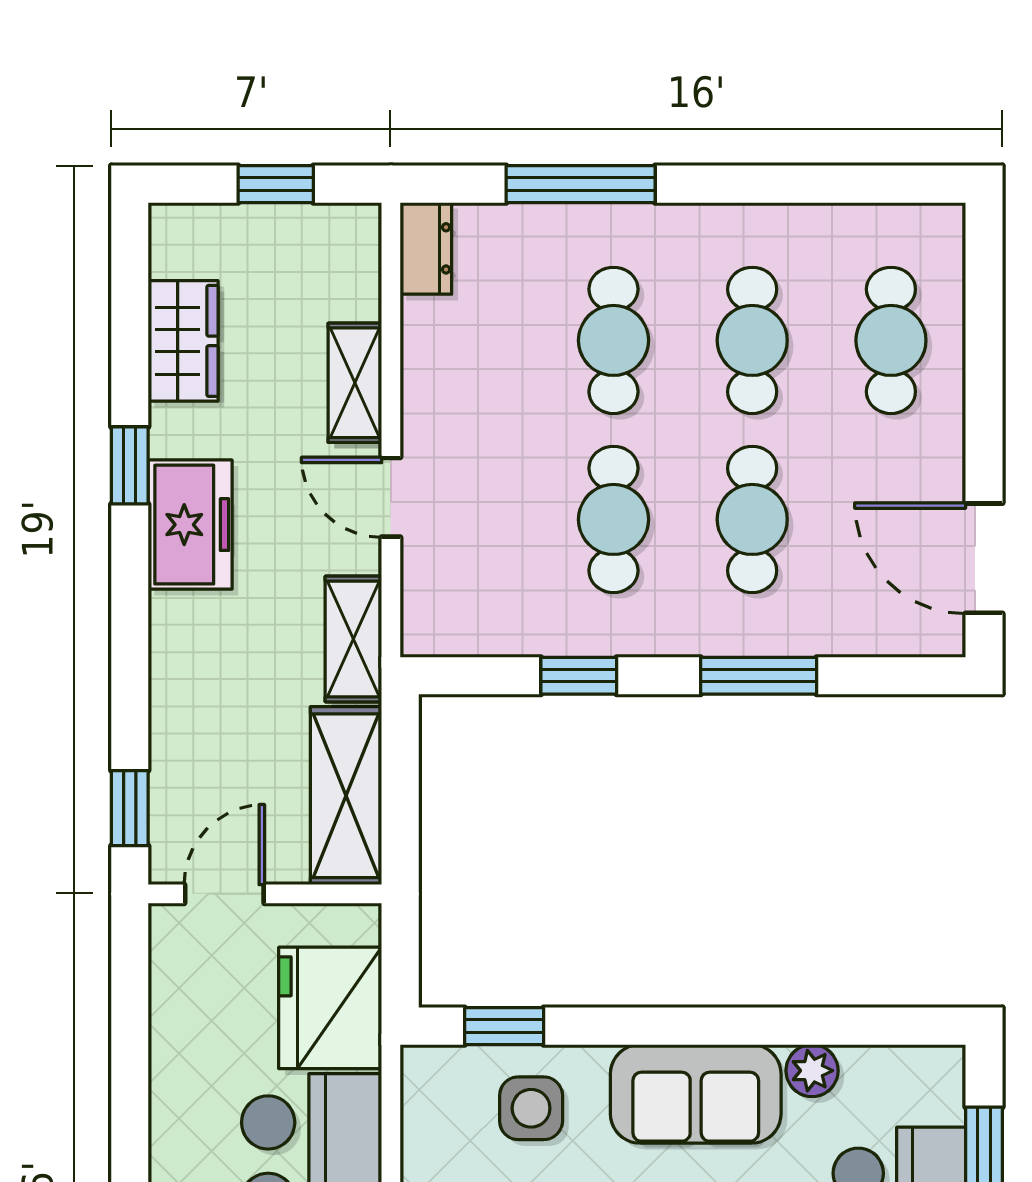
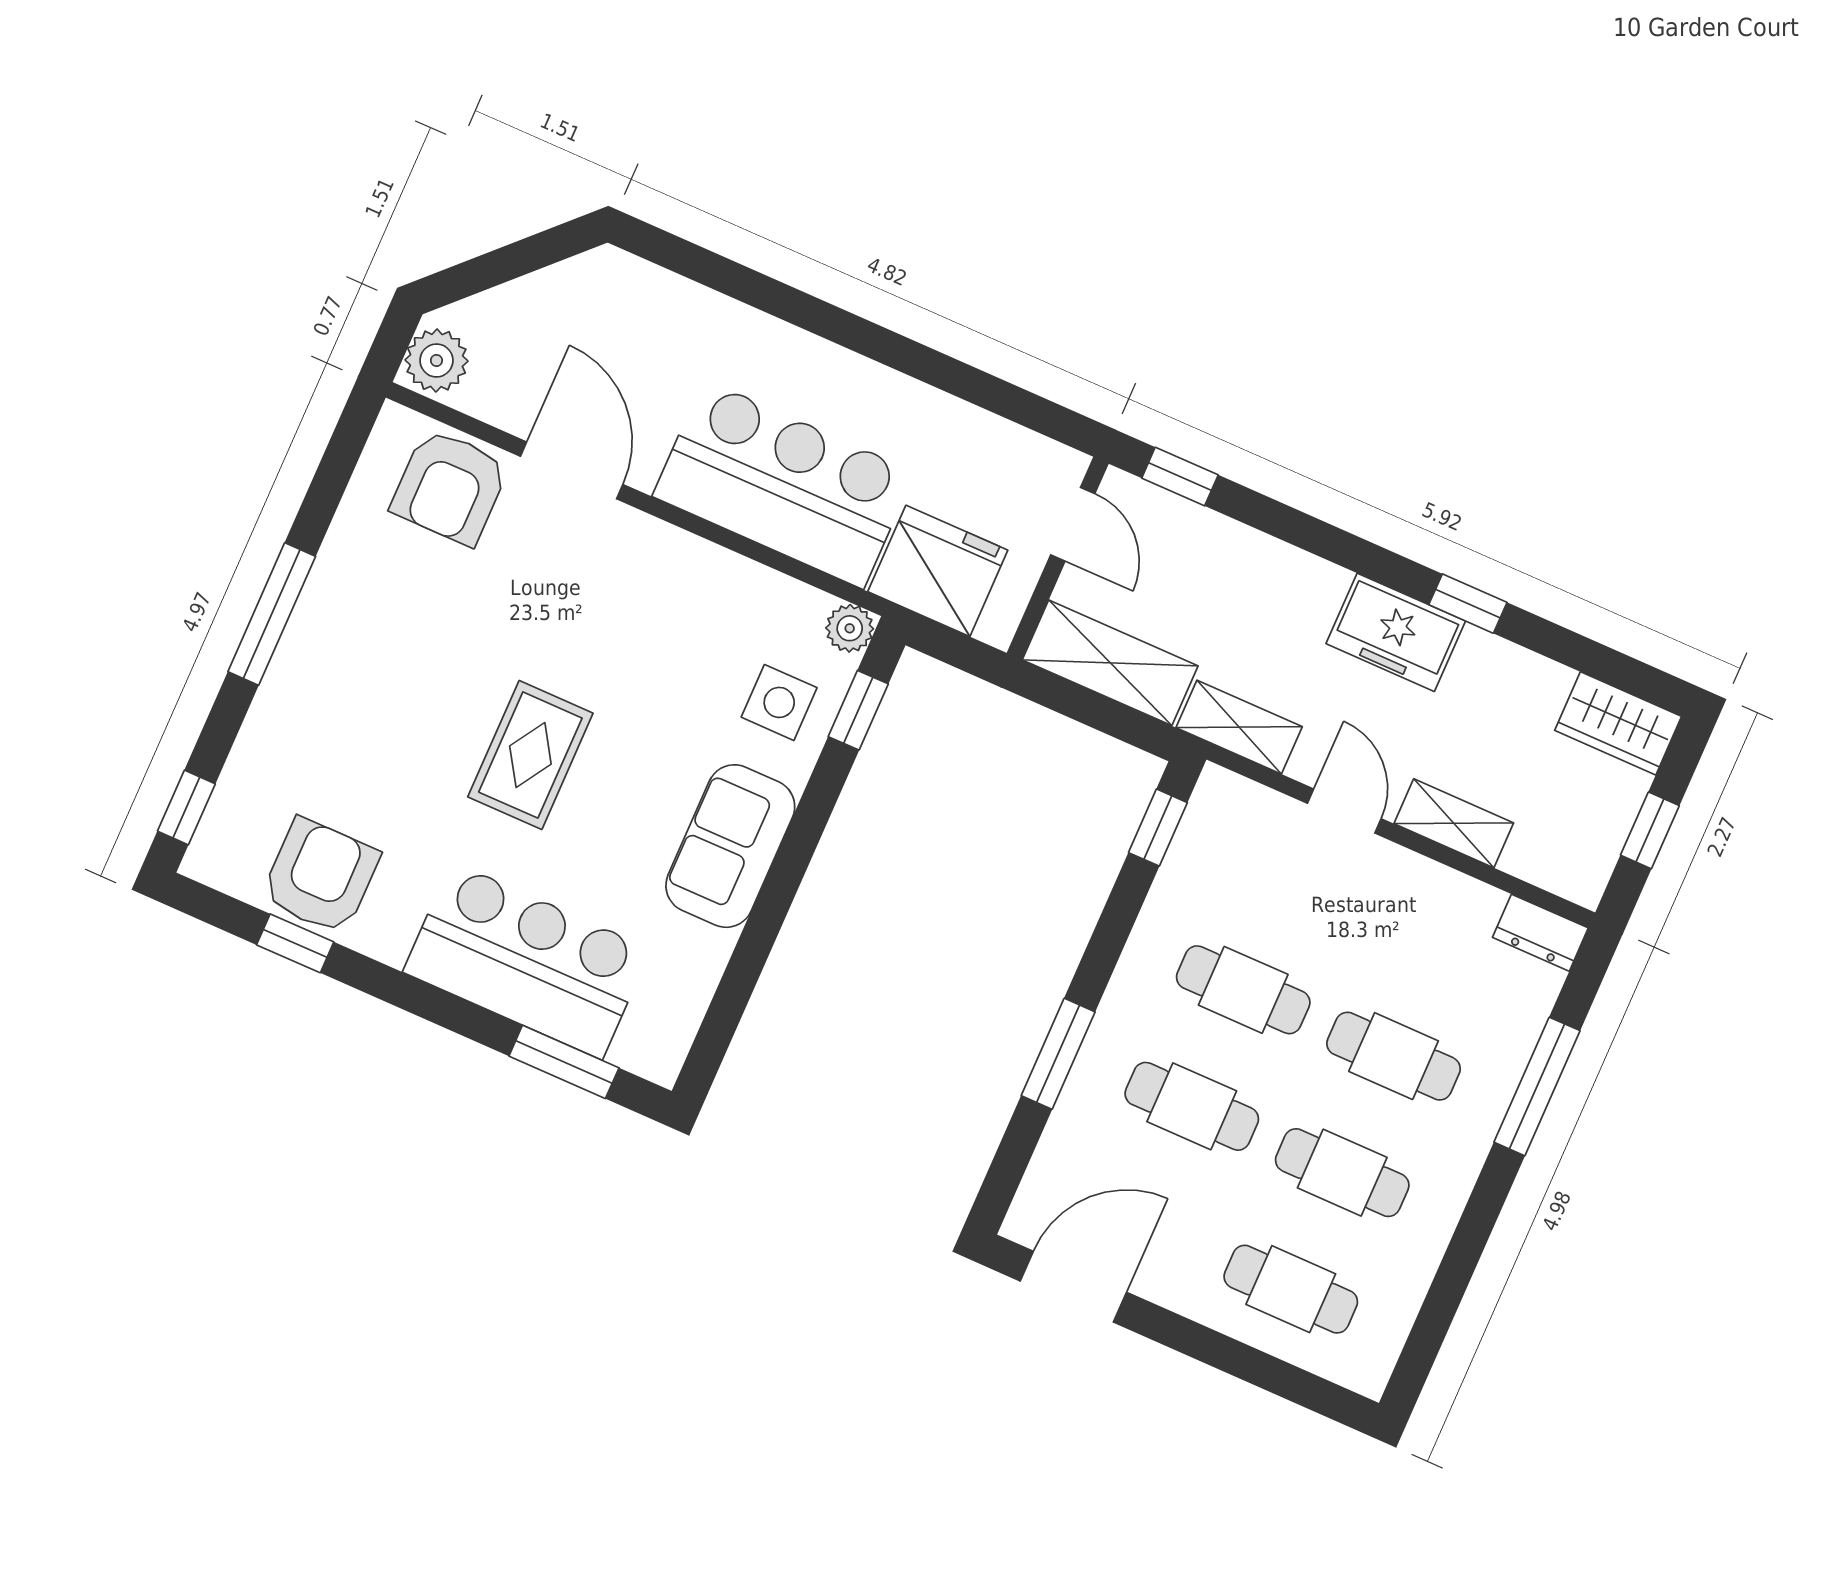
wardrobe: (183, 341) -> (1618, 723), moved
door: (391, 497) -> (1344, 811), hinge flipped
window: (579, 676) -> (1158, 828), moved
plant: (812, 1071) -> (850, 628), moved

